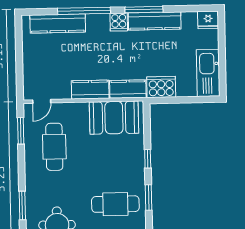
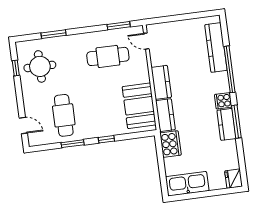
kitchen counter: (155, 21) -> (226, 124), width x0.67

